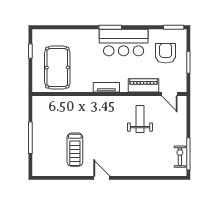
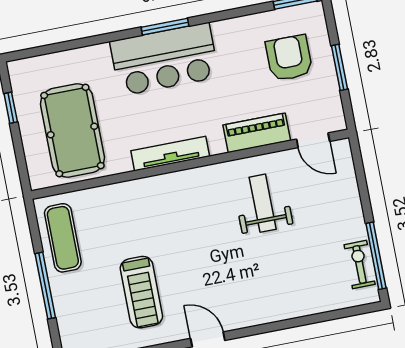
bar counter: (124, 42) -> (164, 59), moved
tv unit: (106, 87) -> (170, 154), width x1.41
exercise mat: (43, 117) -> (63, 238), added

